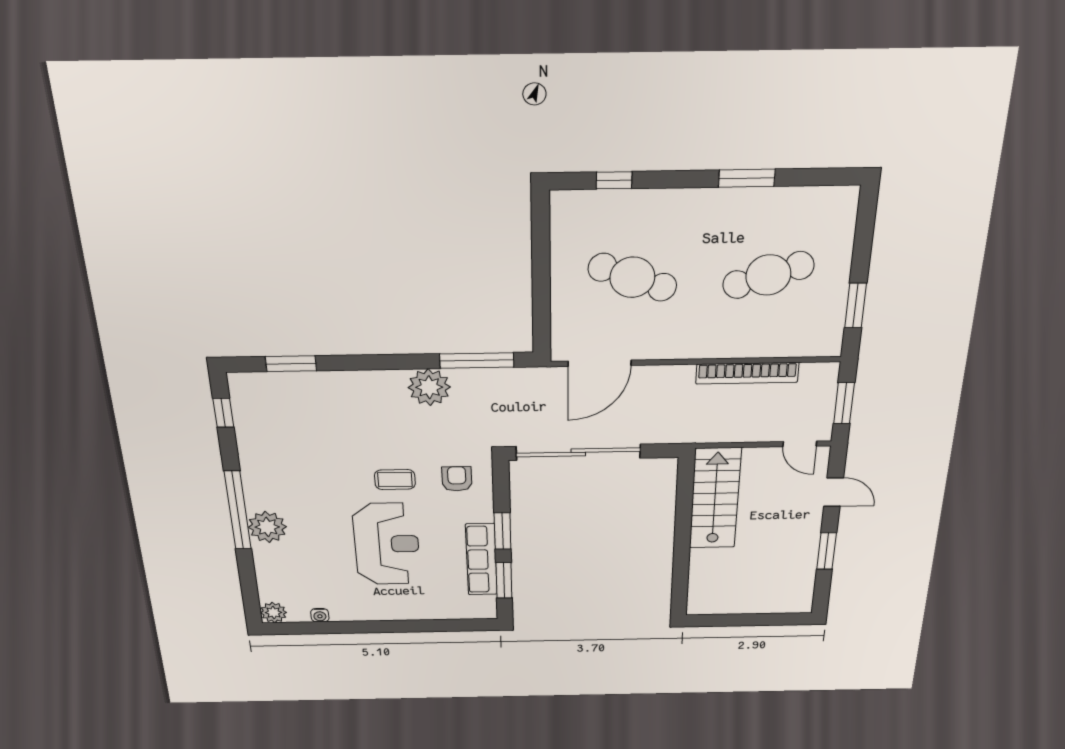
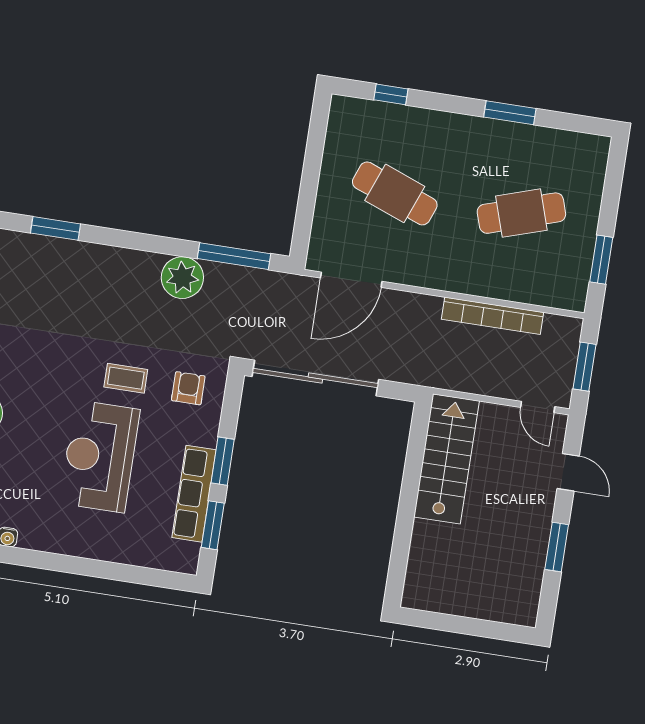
reception desk: (387, 544) -> (100, 456), turned 180

